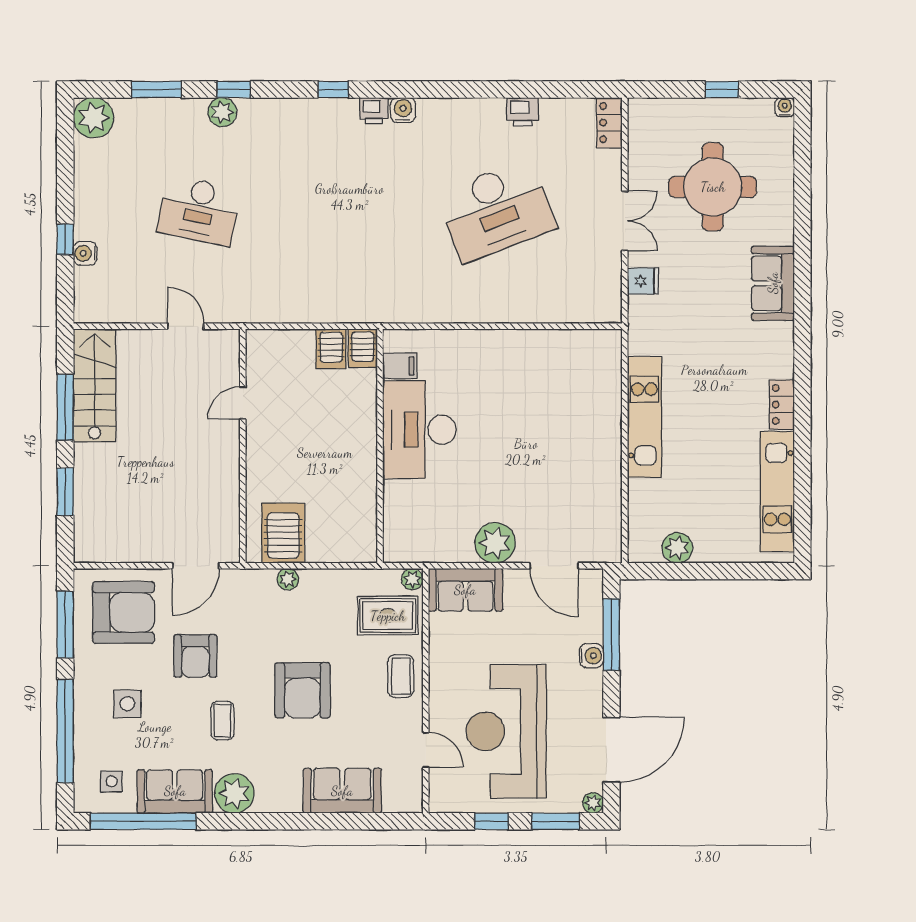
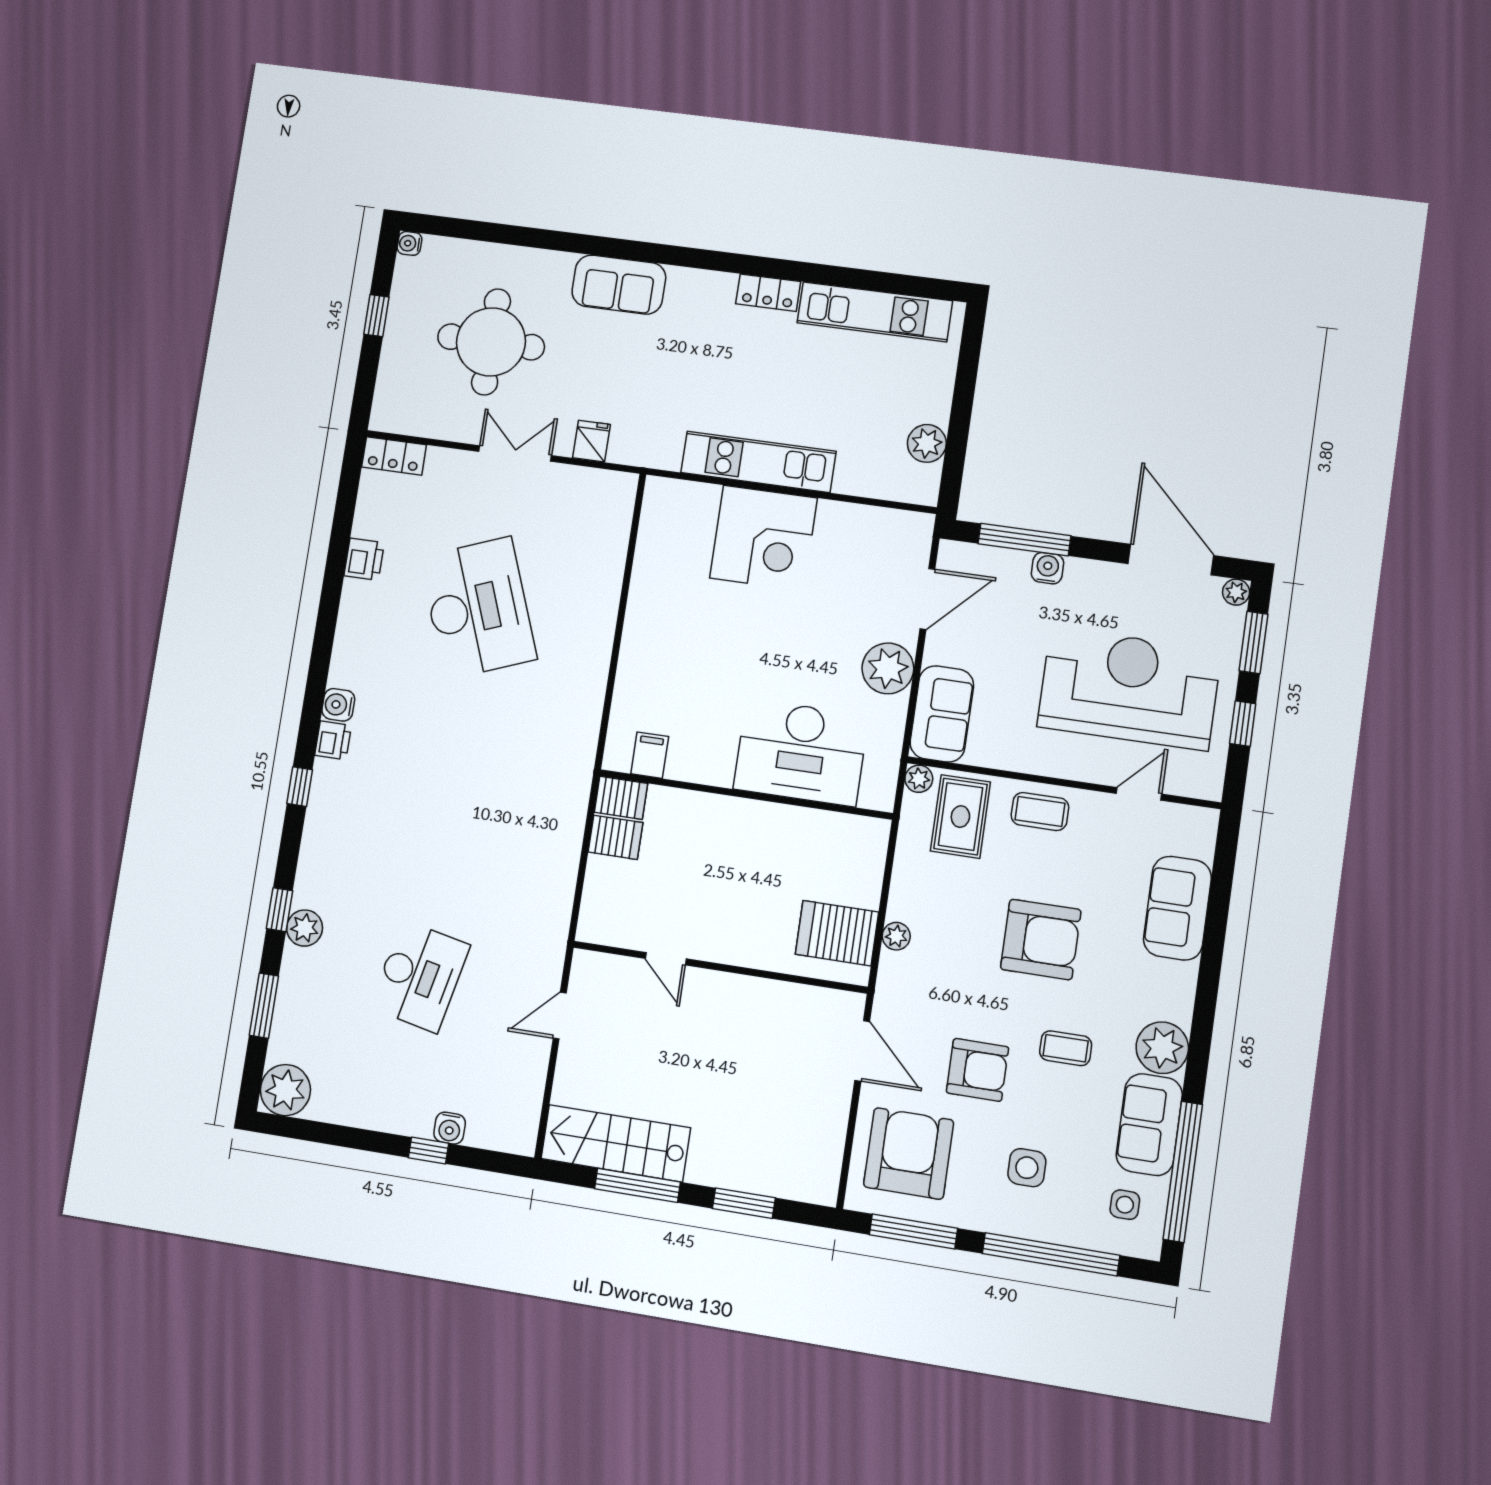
desk: (419, 430) -> (801, 752), moved
corner desk: (584, 430) -> (763, 538), added
reception desk: (506, 731) -> (1129, 689), turned 180

